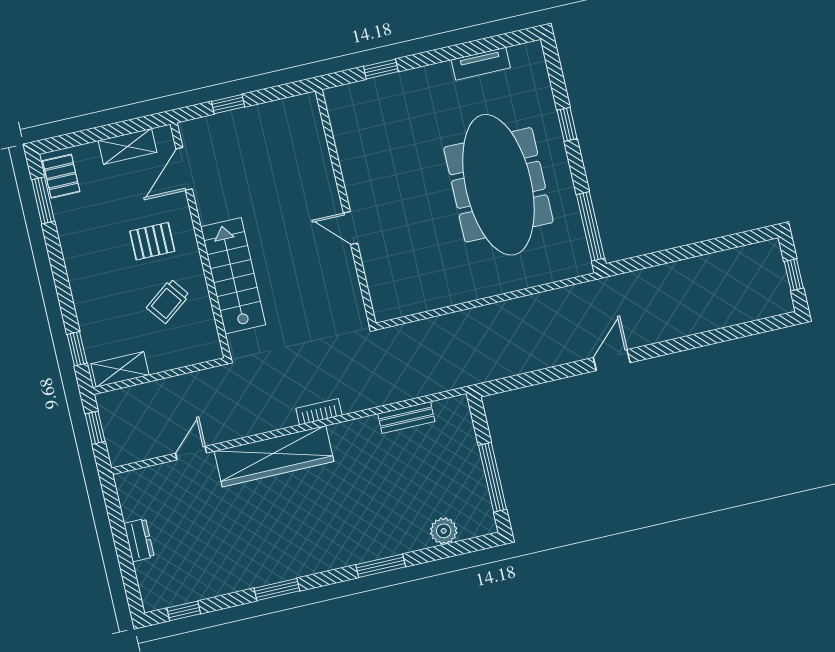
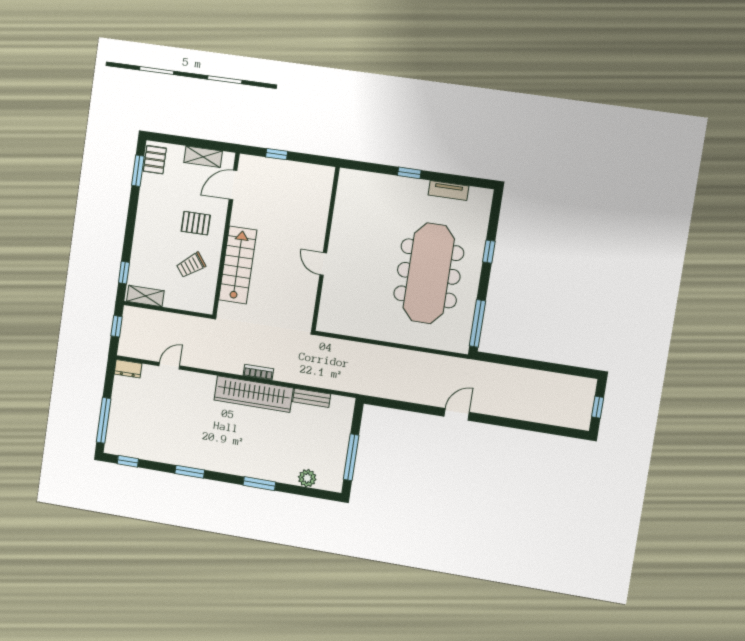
window: (381, 69) -> (409, 173), moved
wardrobe: (274, 456) -> (254, 394), moved
dresser: (139, 540) -> (128, 369), moved, turned 90
window: (127, 567) -> (104, 420), added

